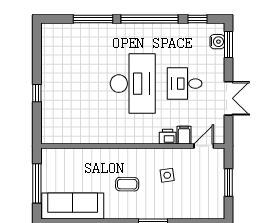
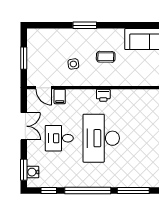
desk: (185, 84) -> (59, 138), turned 180
double door: (229, 98) -> (24, 126), swing flipped
printer: (168, 137) -> (103, 95), moved
door: (204, 146) -> (44, 88), hinge flipped

